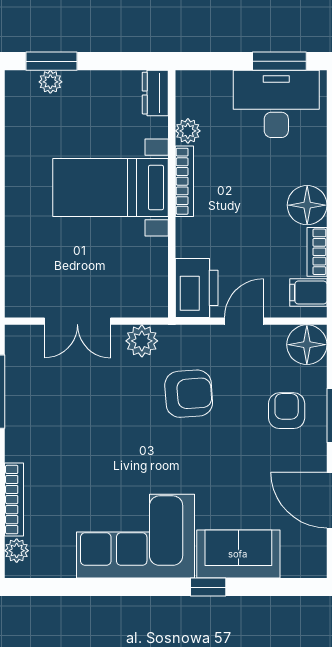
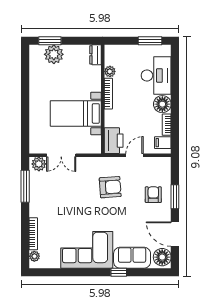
plant: (50, 82) -> (54, 54), width x1.88, depth x1.88
desk: (276, 104) -> (156, 75), moved, turned 90
bed with nightstands: (110, 188) -> (76, 113), moved
plant: (142, 341) -> (39, 164), moved
floor lamp: (307, 345) -> (162, 257), moved

